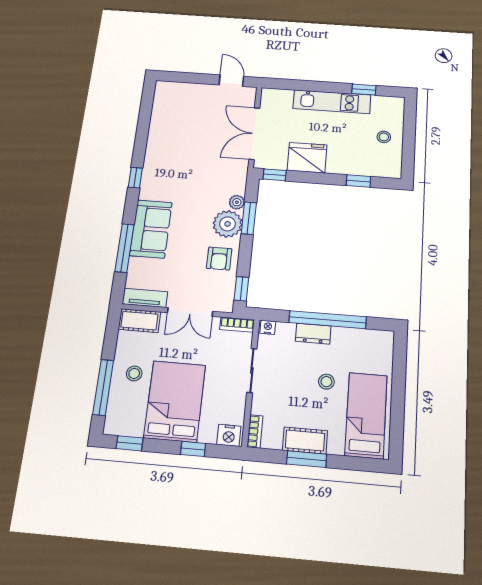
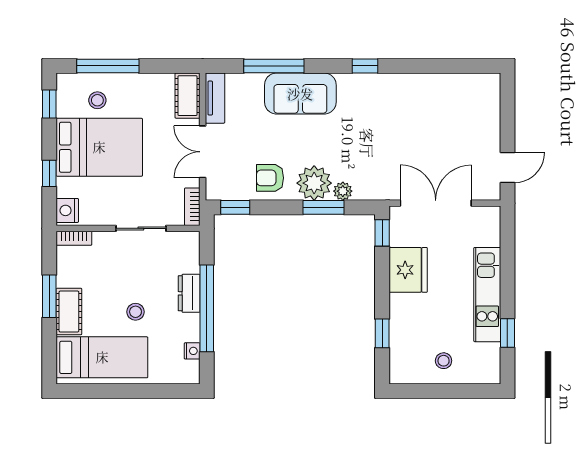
nightstand: (268, 327) -> (192, 351), moved
stool: (134, 373) -> (97, 100), moved
cot: (305, 441) -> (69, 312), moved

